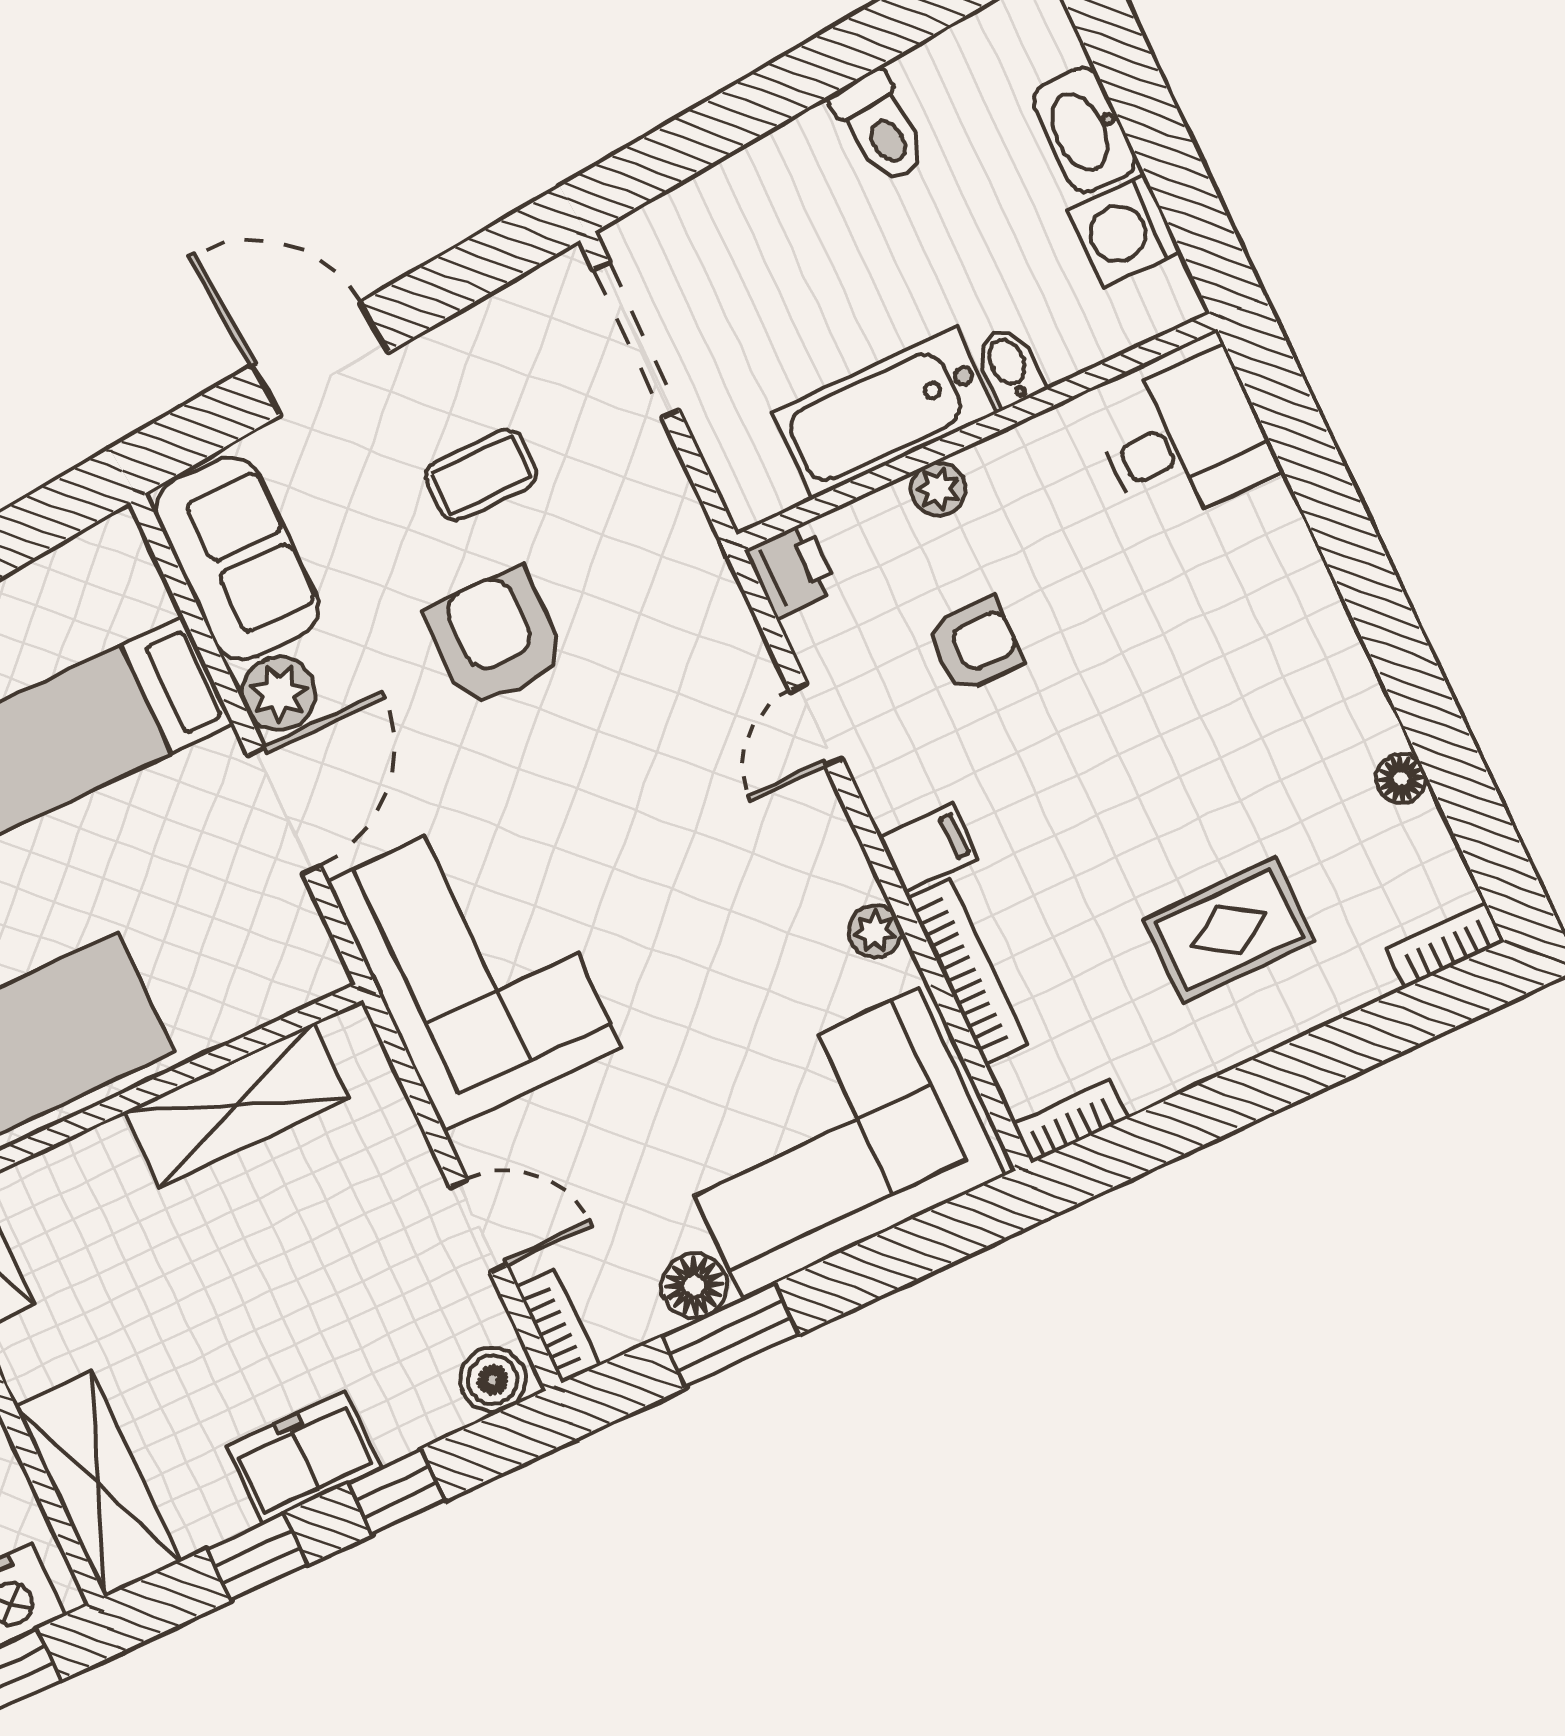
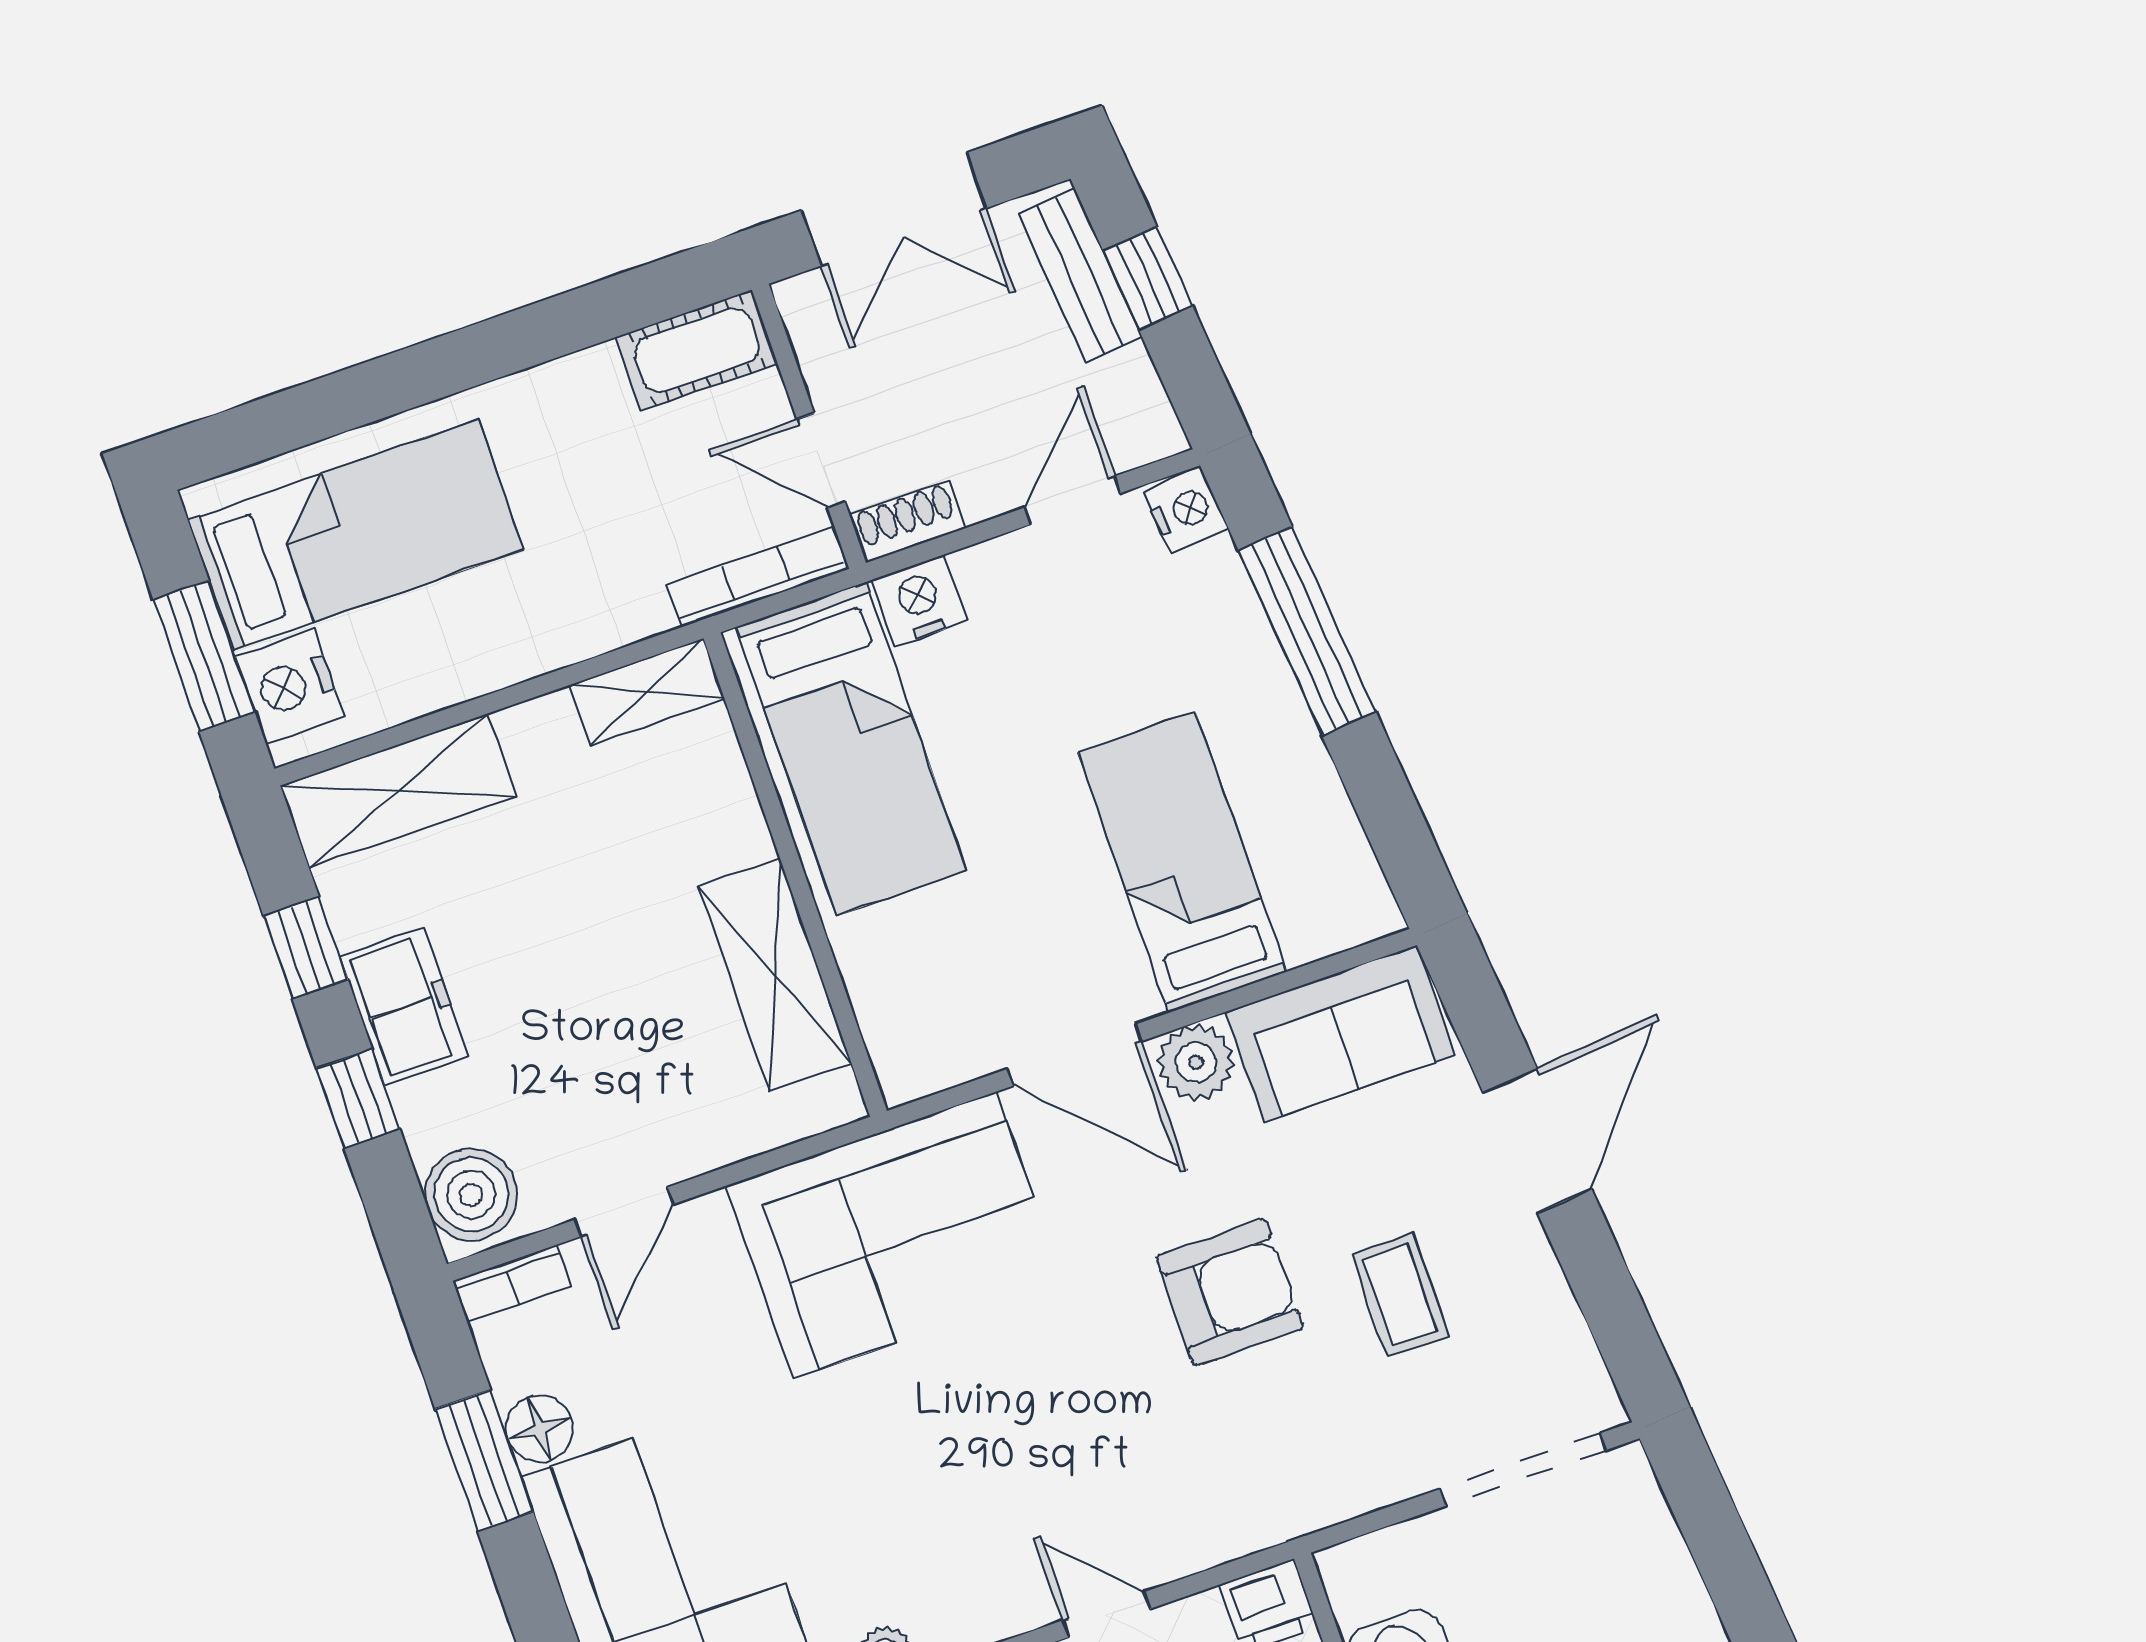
boiler: (493, 1380) -> (471, 1195), width x1.36, depth x1.36

